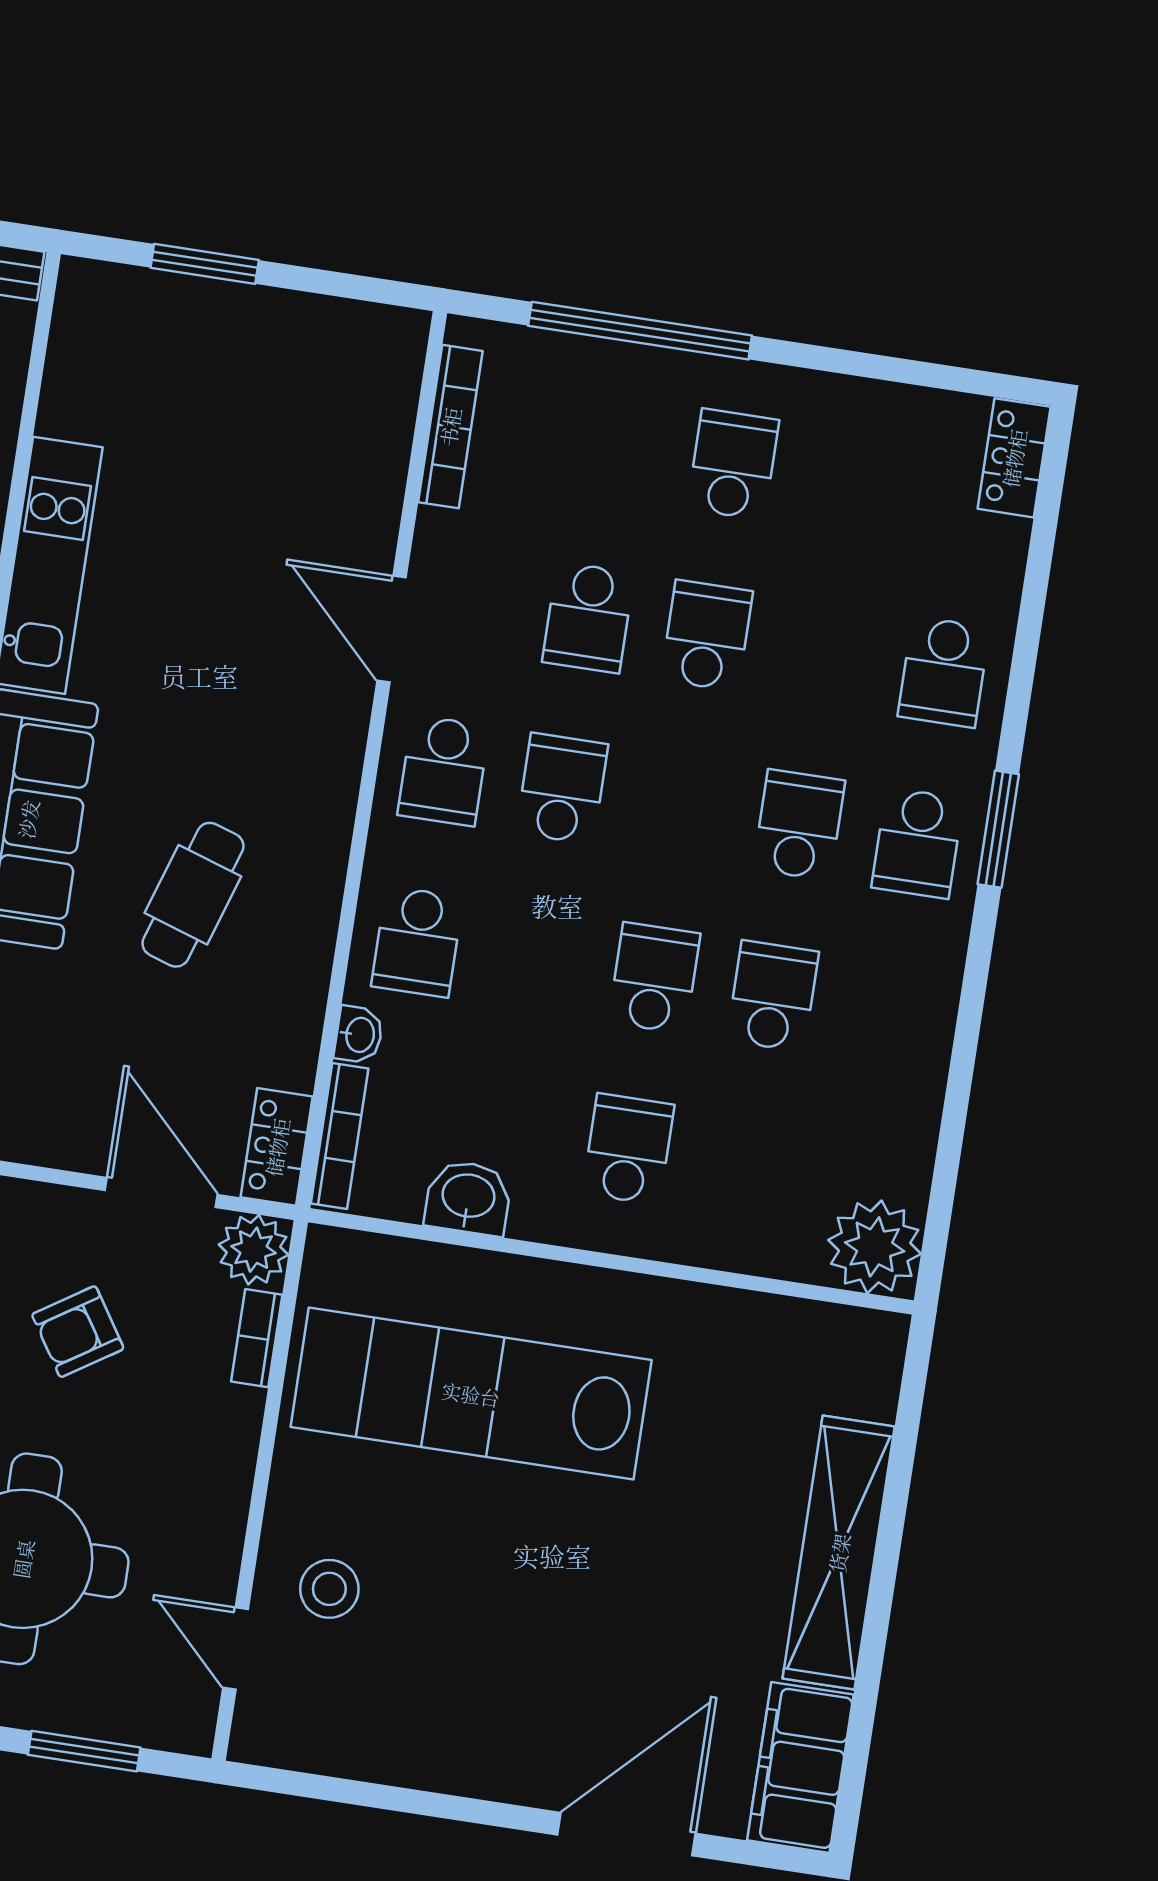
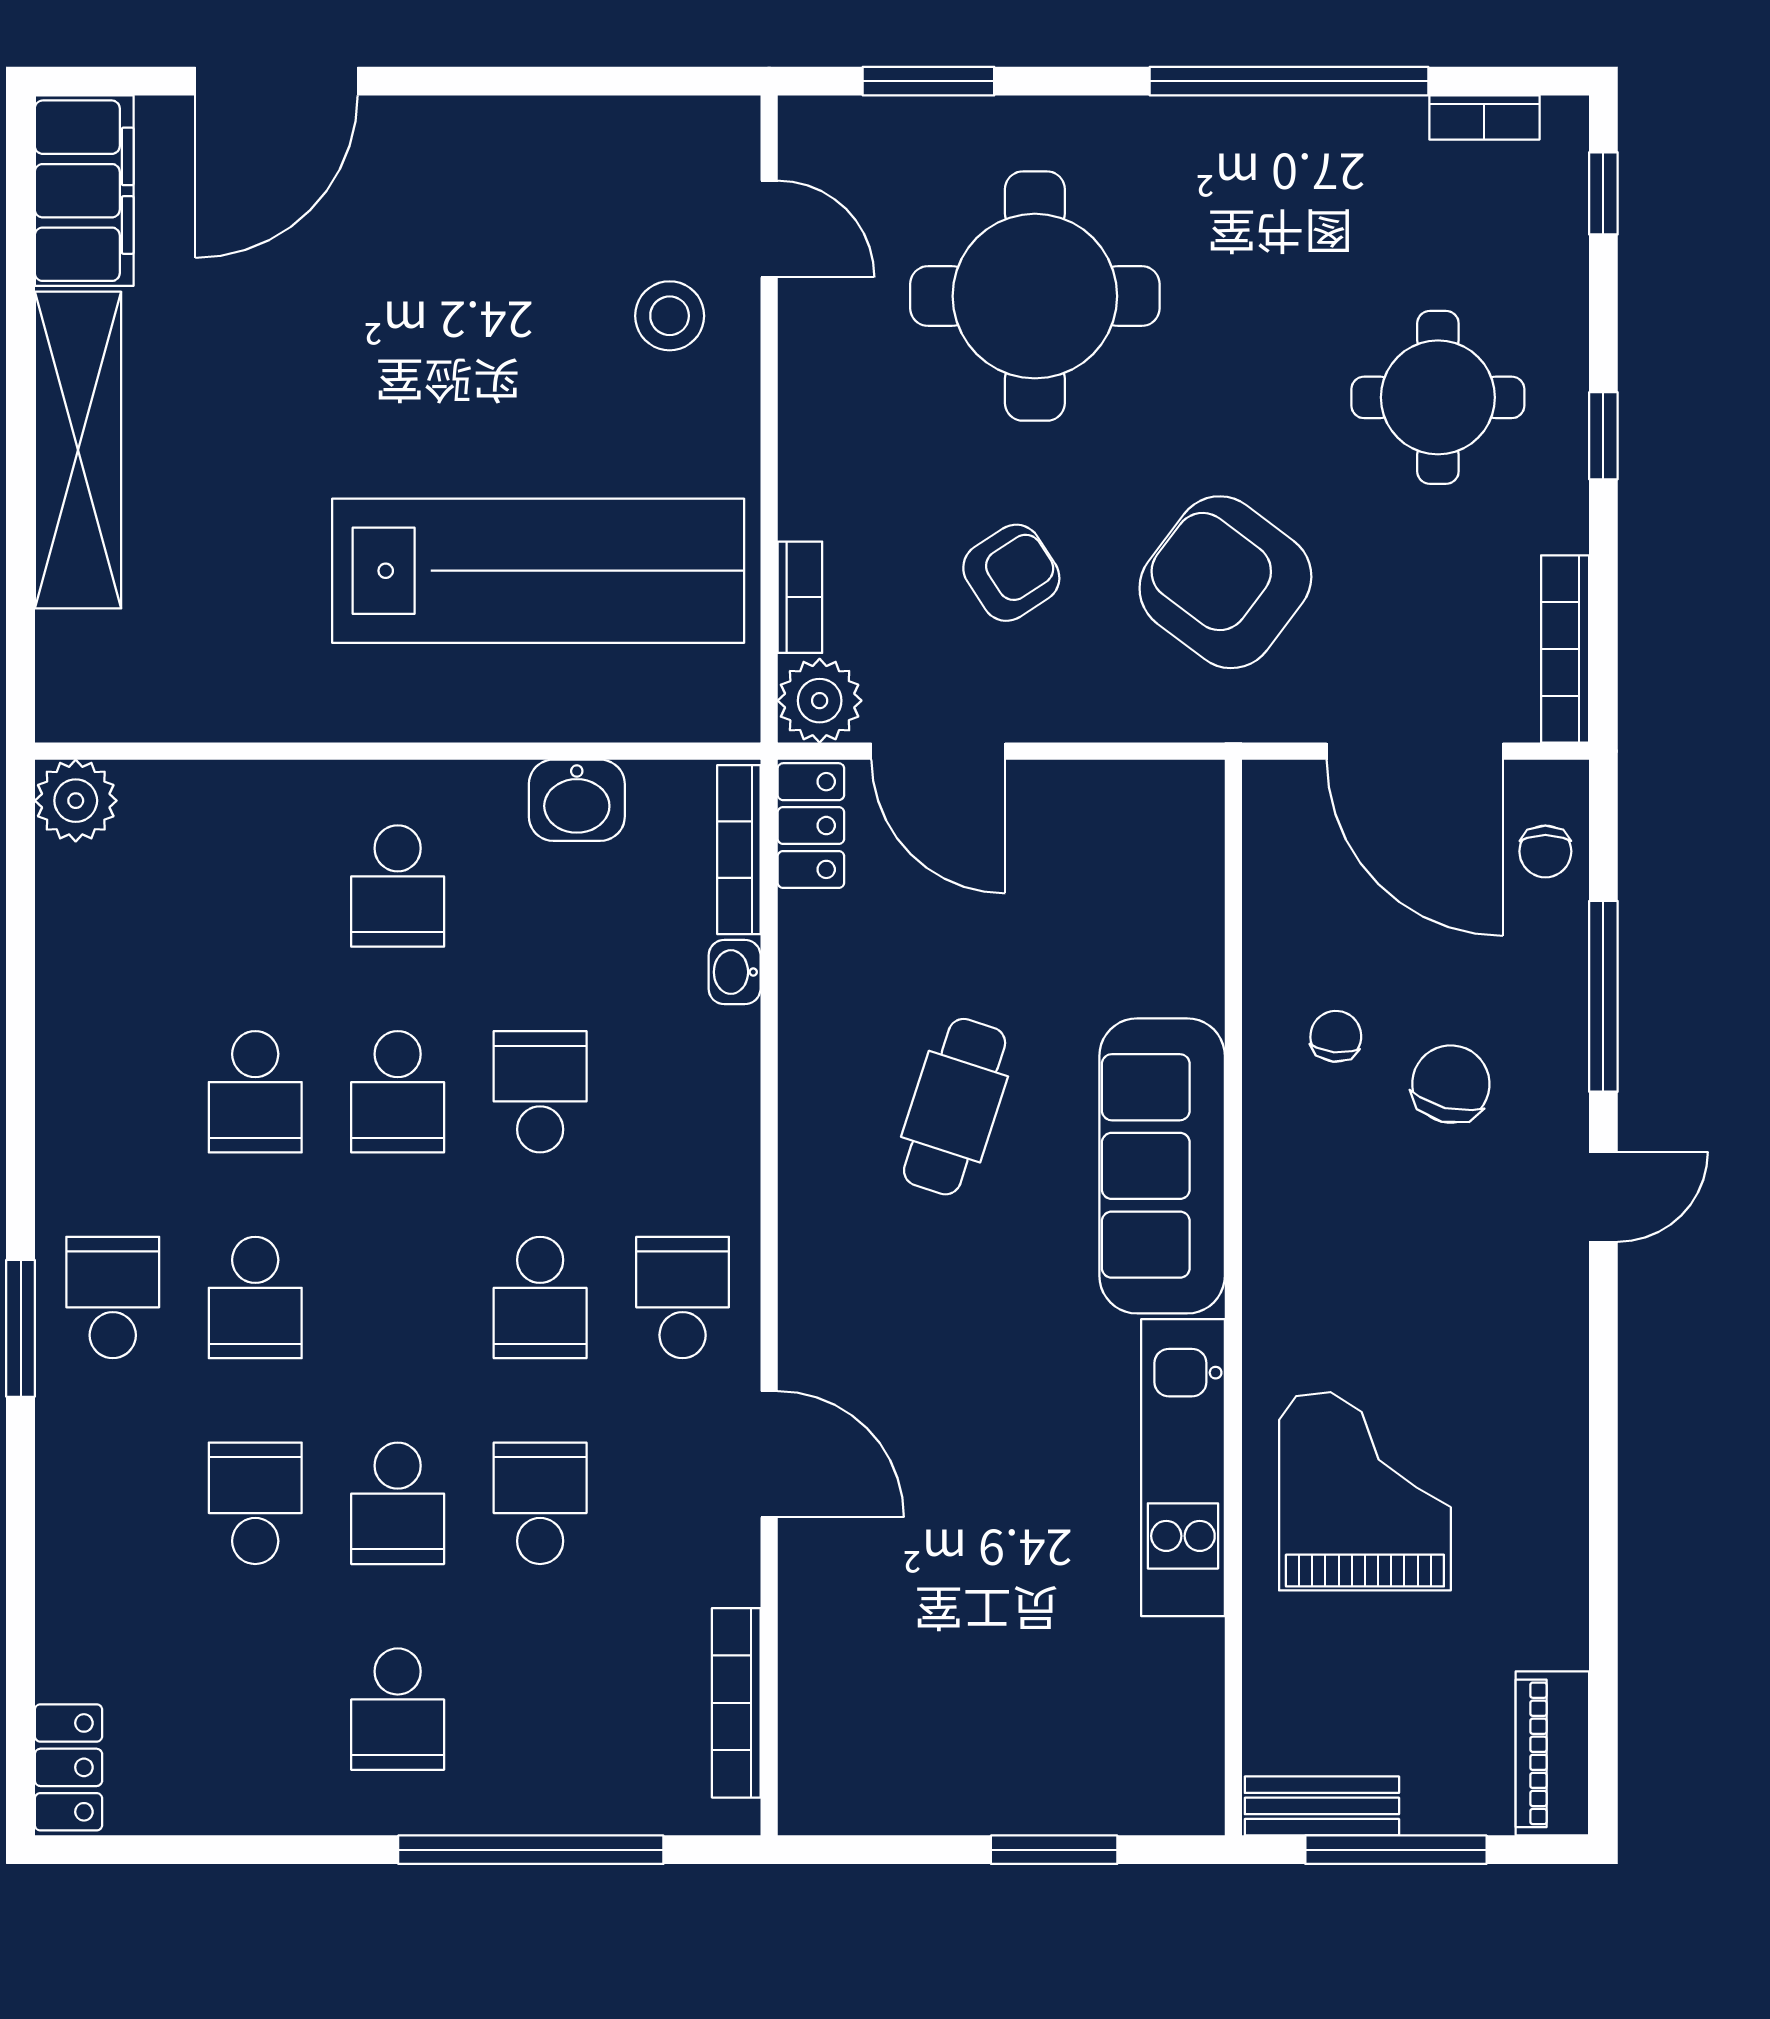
school desk: (944, 672) -> (255, 1503), moved
school desk: (417, 942) -> (540, 1092), moved
plant: (875, 1247) -> (76, 801), width x0.73, depth x0.73

